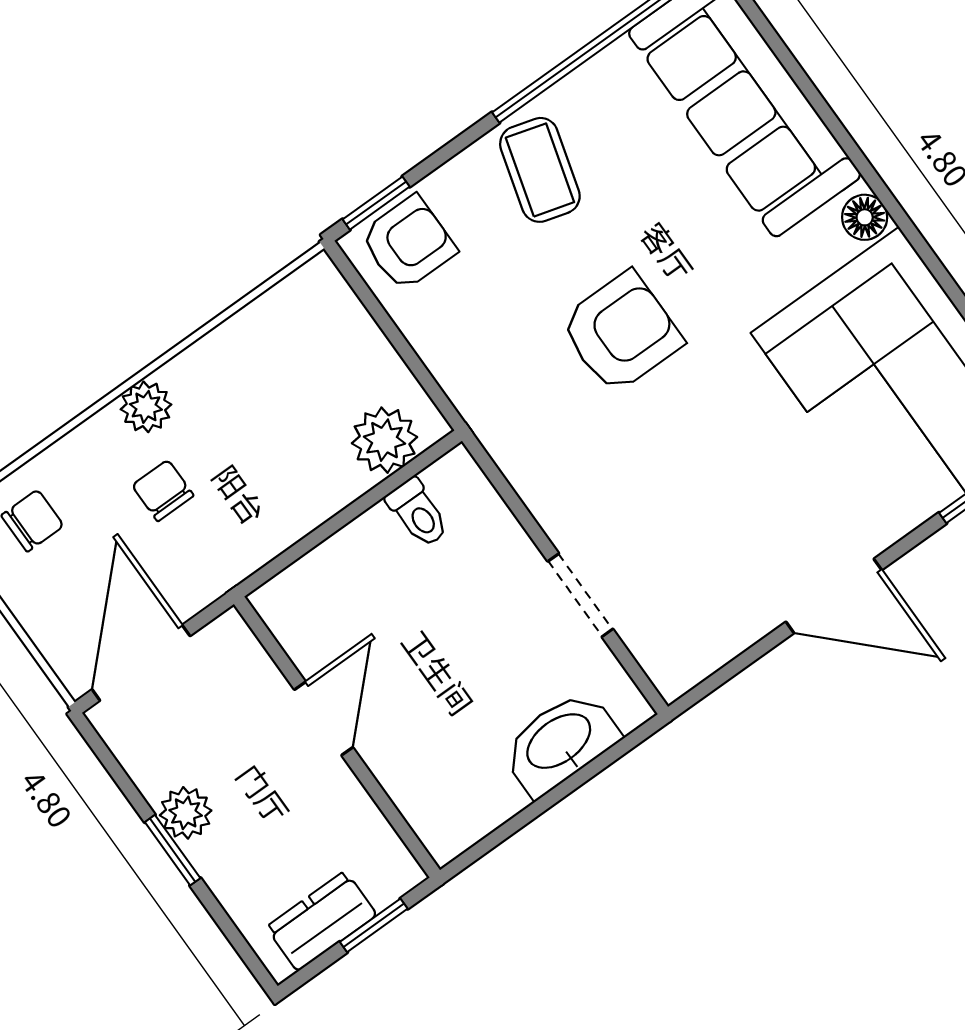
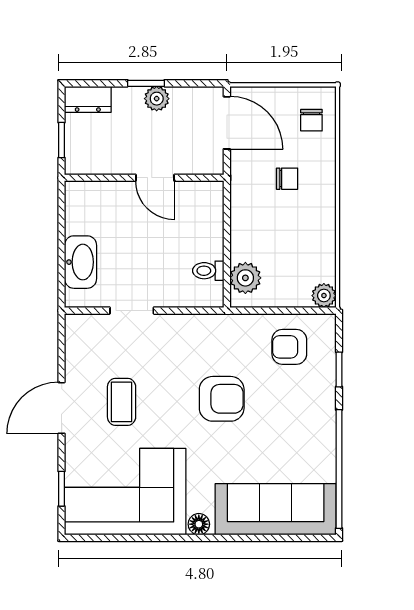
coffee table: (540, 170) -> (122, 402), moved, turned 74
window: (376, 203) -> (339, 369), moved
armchair: (408, 243) -> (289, 347), moved, turned 90
armchair: (621, 332) -> (222, 399), turned -90
plant: (146, 407) -> (324, 296), moved
dresser: (321, 921) -> (88, 99), moved, turned 90

